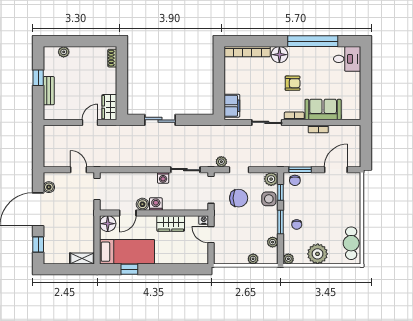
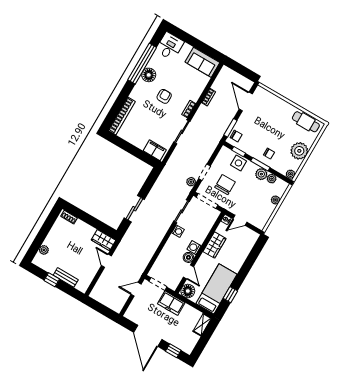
floor lamp: (279, 55) -> (149, 75), moved
sofa: (323, 109) -> (202, 62), moved, turned -90
plant: (271, 179) -> (261, 174), moved
boiler: (49, 187) -> (136, 318), removed
freezer: (85, 214) -> (171, 303), added

